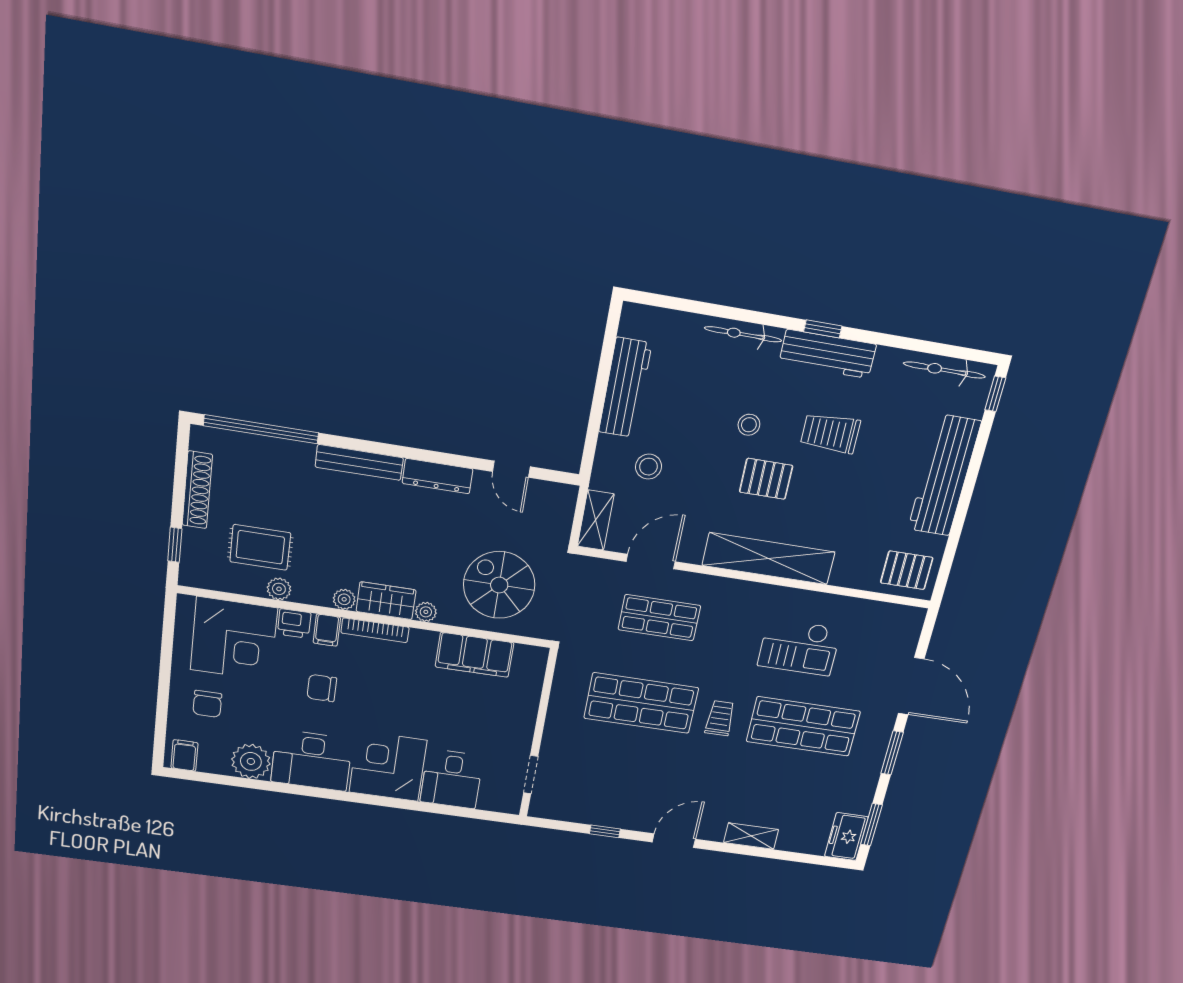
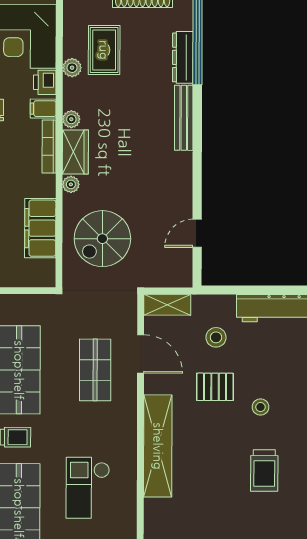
trolley: (830, 433) -> (264, 471), turned 180
dresser: (438, 476) -> (183, 57), moved
pallet: (766, 479) -> (215, 387), moved, turned 90
spiral stairs: (499, 585) -> (102, 239), turned 180

